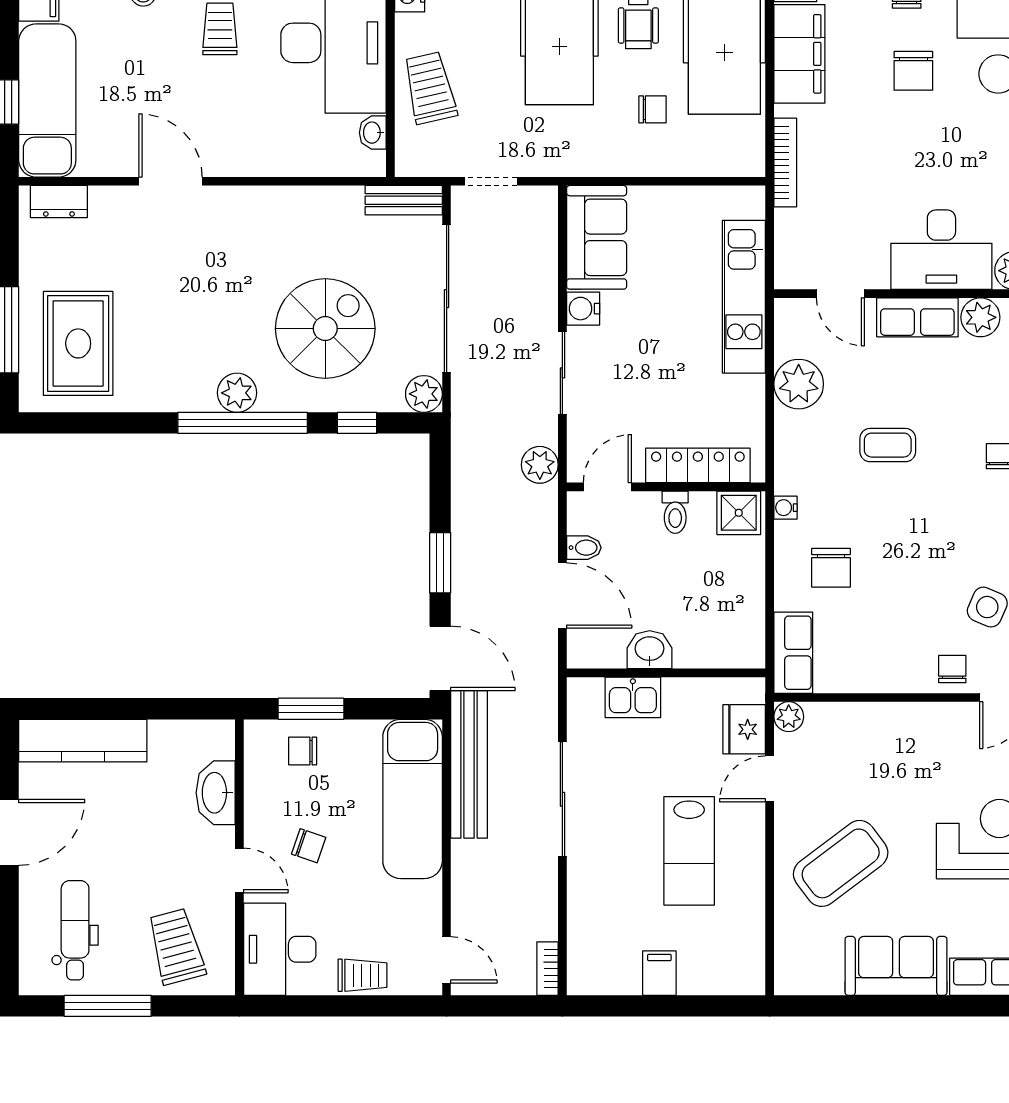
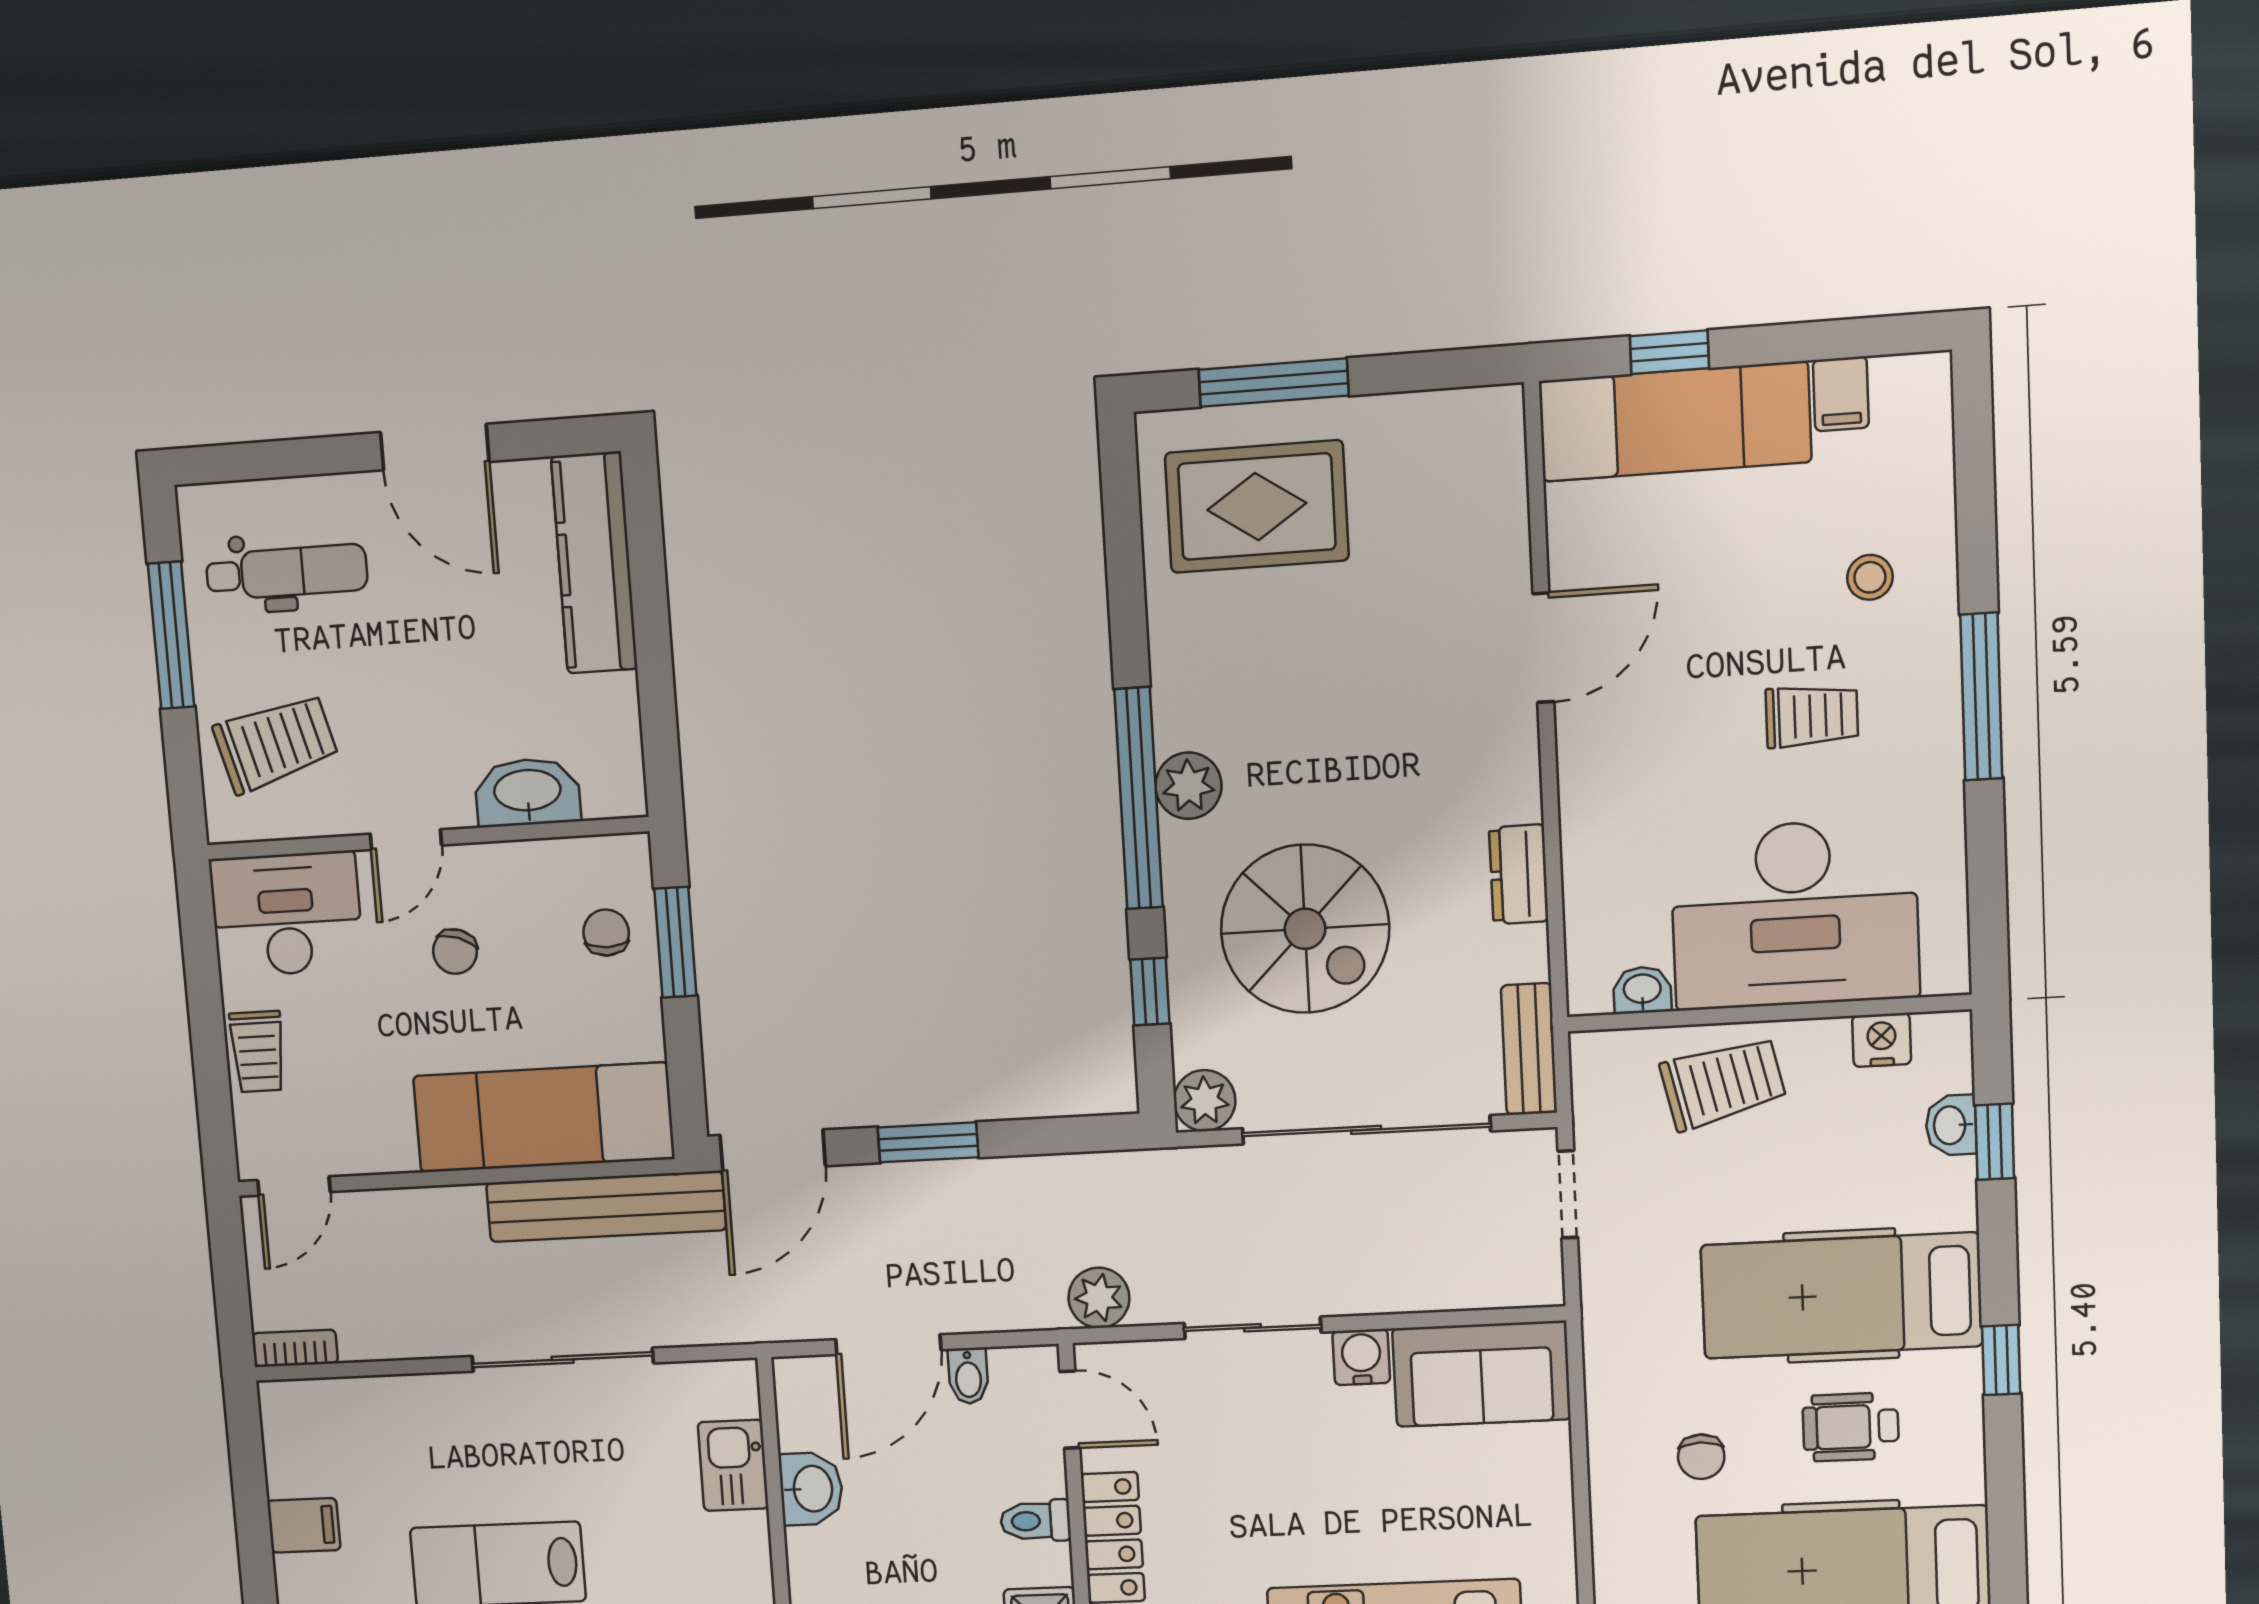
dresser: (59, 201) -> (1519, 874), moved

